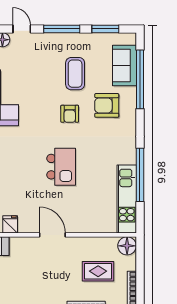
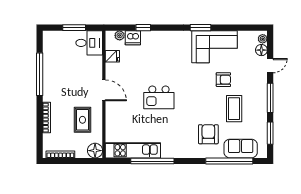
coffee table: (75, 74) -> (234, 109), turned 90
armchair: (70, 114) -> (223, 80), moved, turned 180
door: (52, 235) -> (104, 90), hinge flipped
rug: (98, 271) -> (82, 120), moved

